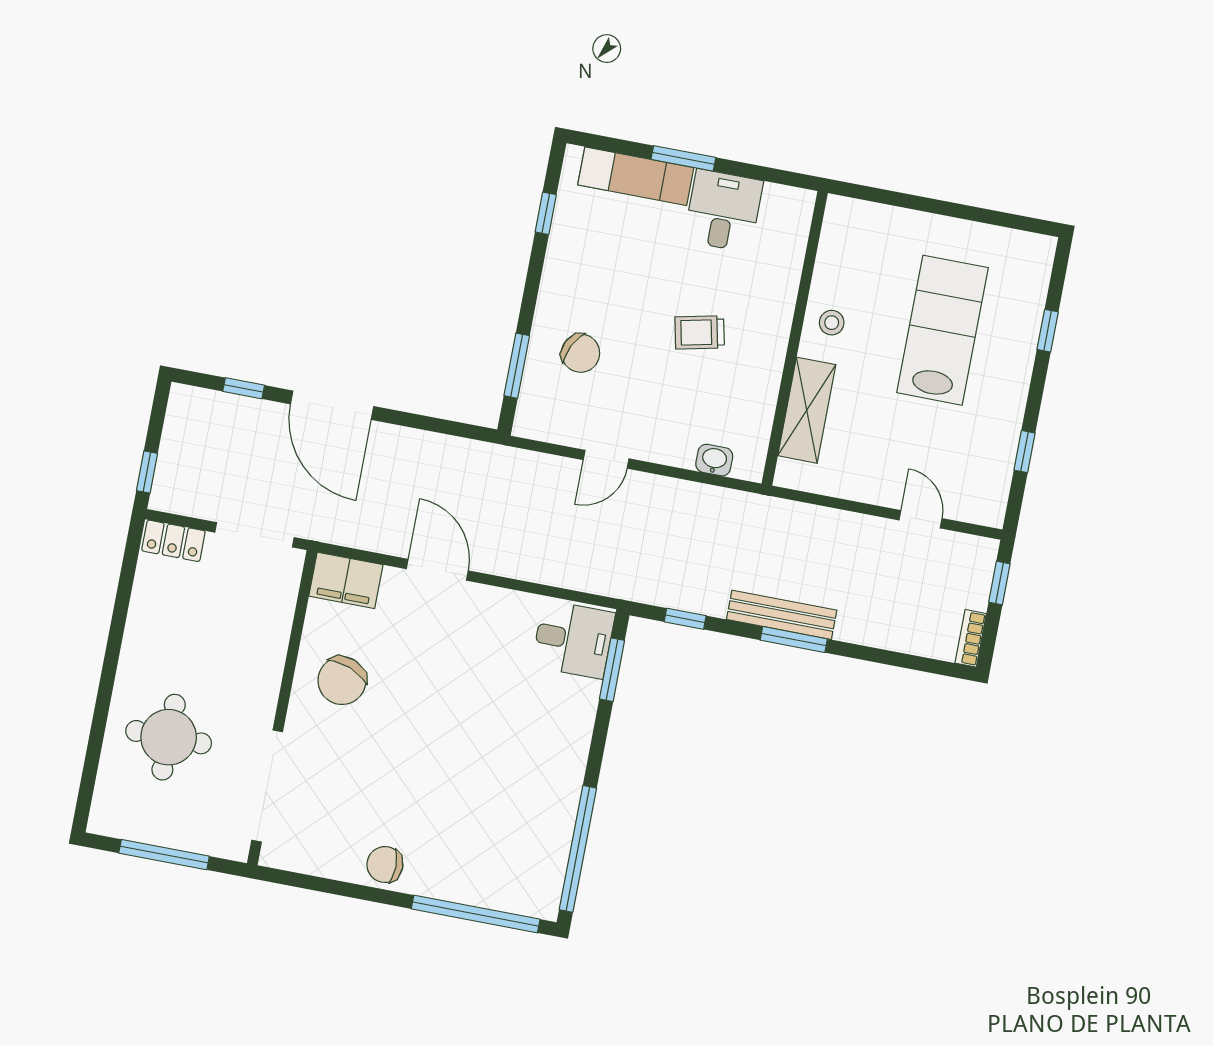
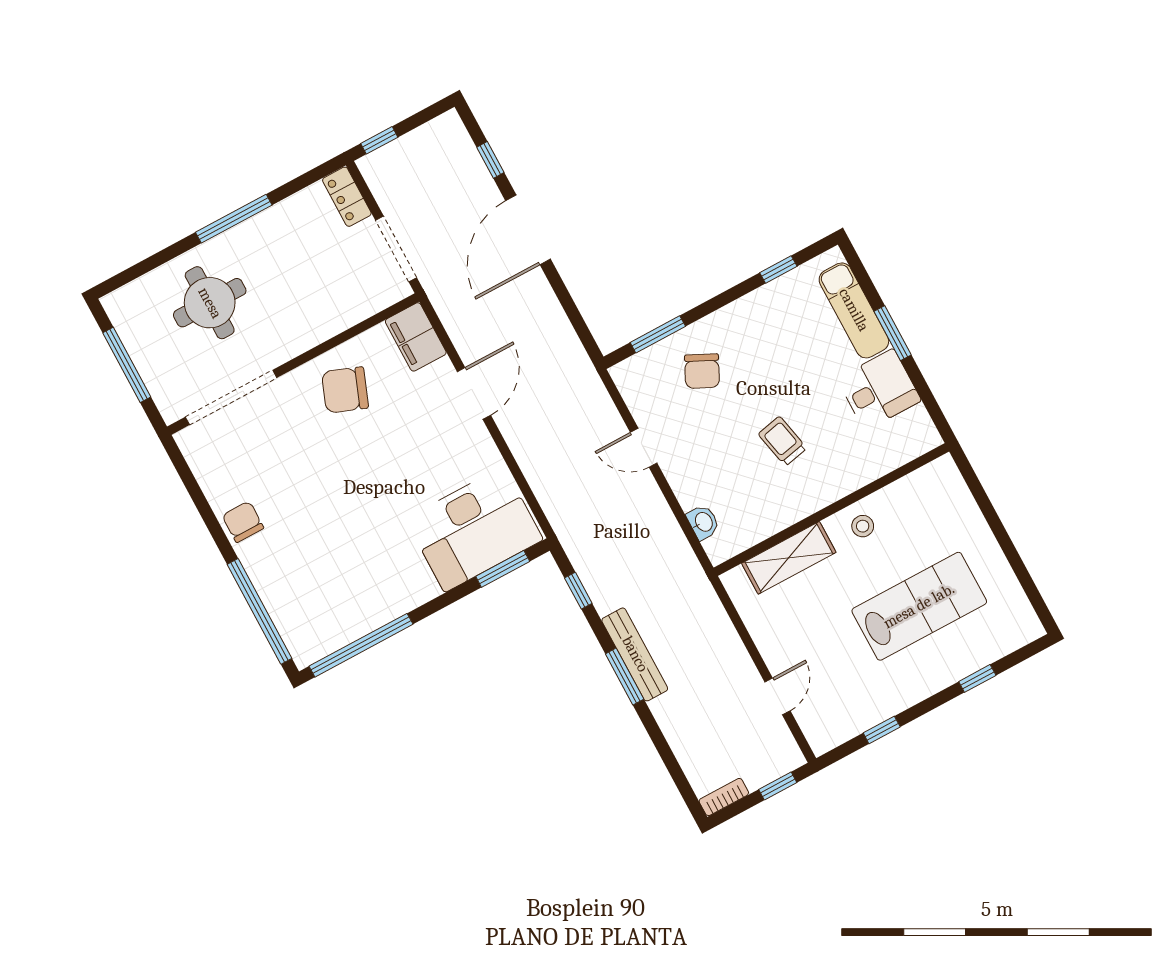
desk: (573, 639) -> (474, 529), width x1.87, depth x1.30
window: (112, 656) -> (234, 219), added

